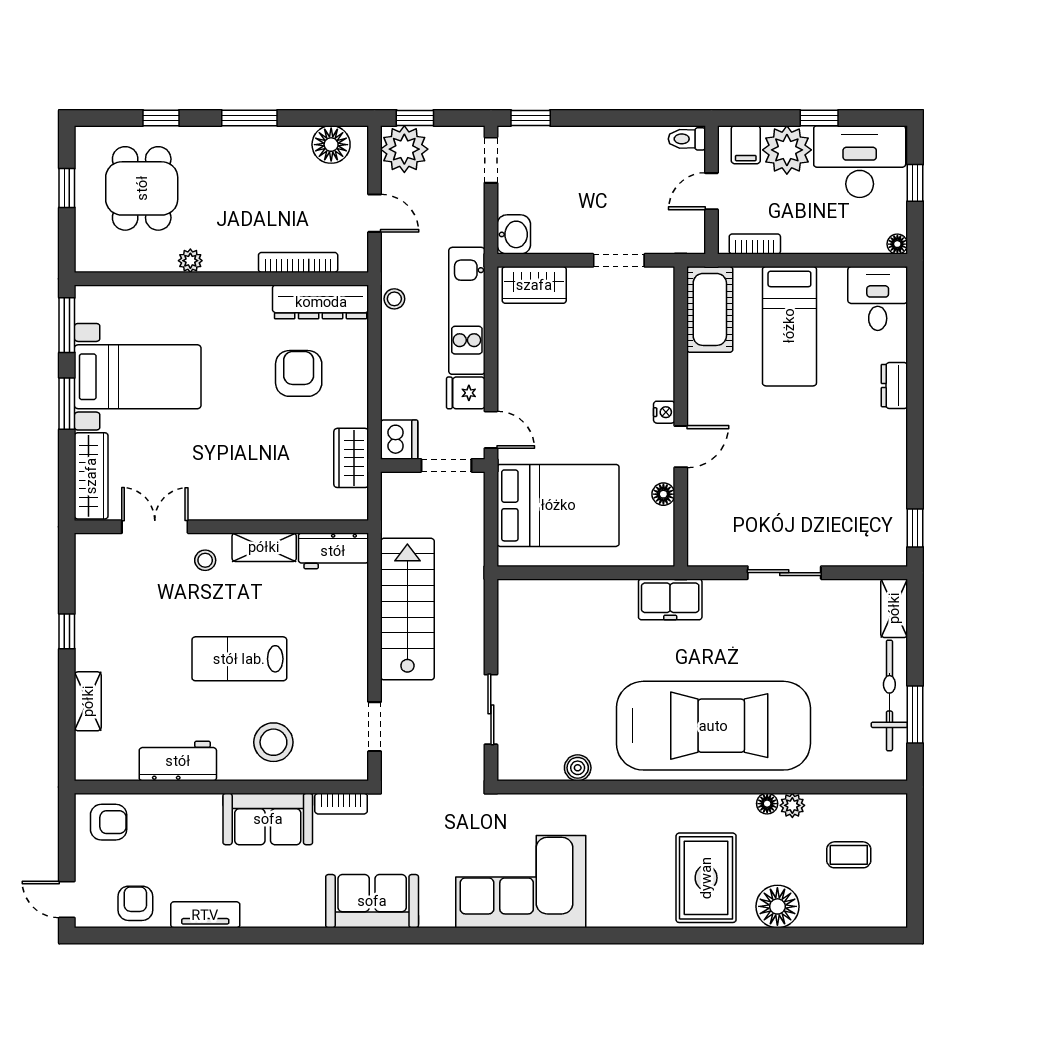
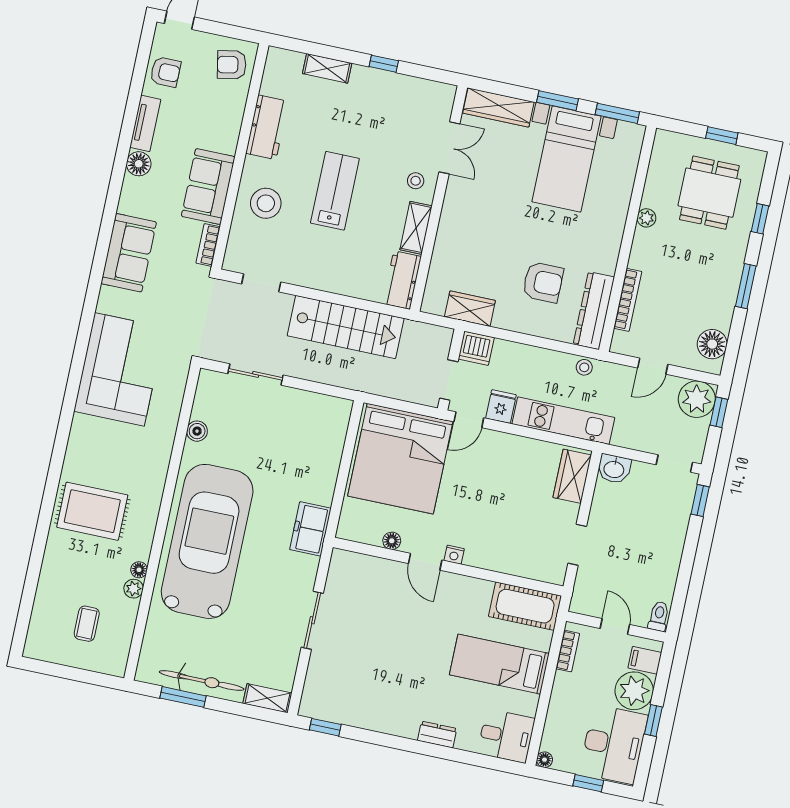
dining table: (142, 188) -> (709, 193), turned 90
bed: (558, 505) -> (400, 459), width x1.36
car: (713, 726) -> (207, 541), turned 180
armchair: (109, 822) -> (232, 65), turned 79
floor lamp: (777, 906) -> (139, 164), moved, width x0.73, depth x0.73

